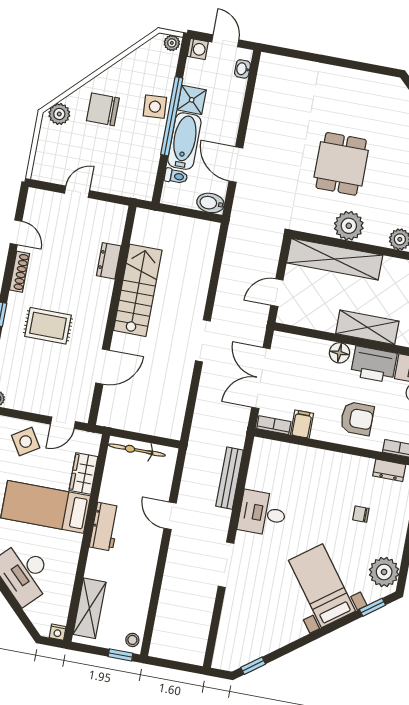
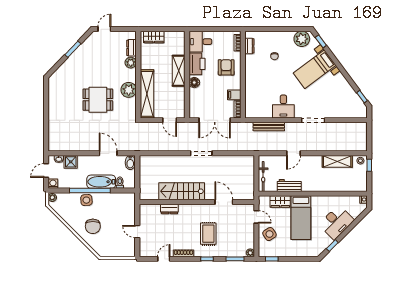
shower: (192, 100) -> (71, 162), moved
plant: (59, 114) -> (99, 248), removed
door: (236, 164) -> (108, 153), swing flipped
workbench: (105, 527) -> (289, 185), moved
shelving: (89, 608) -> (337, 161), moved

